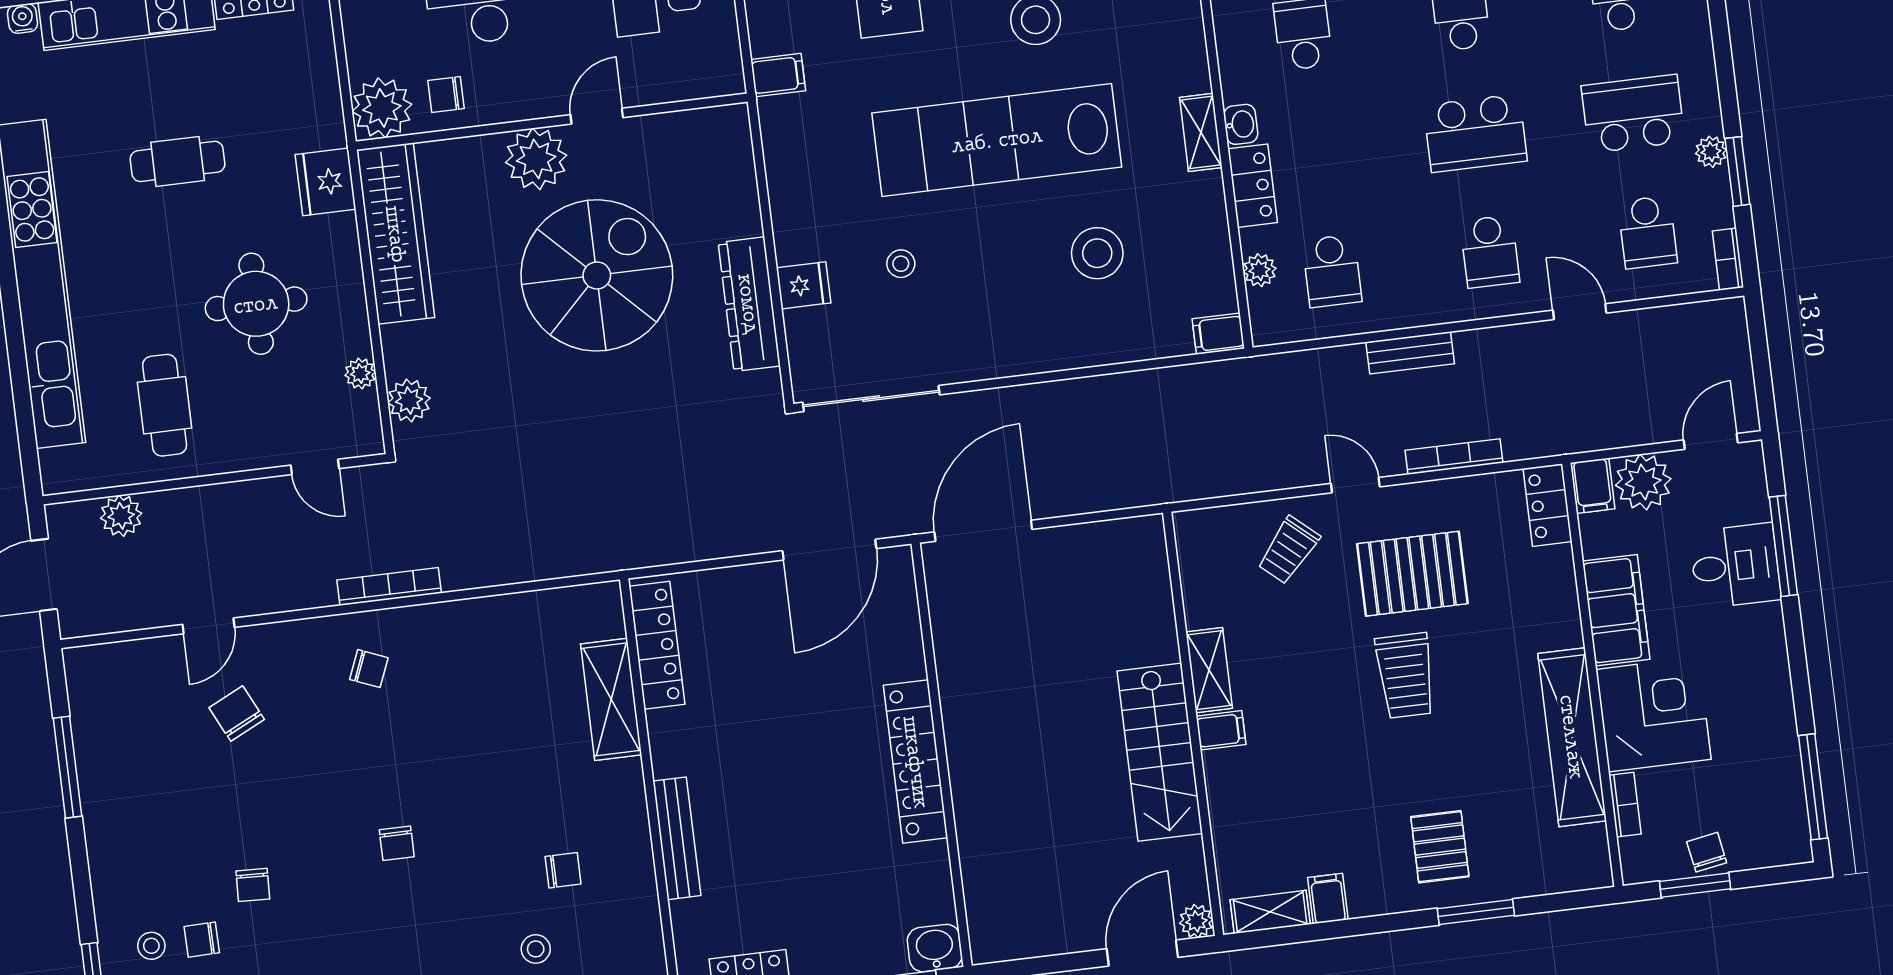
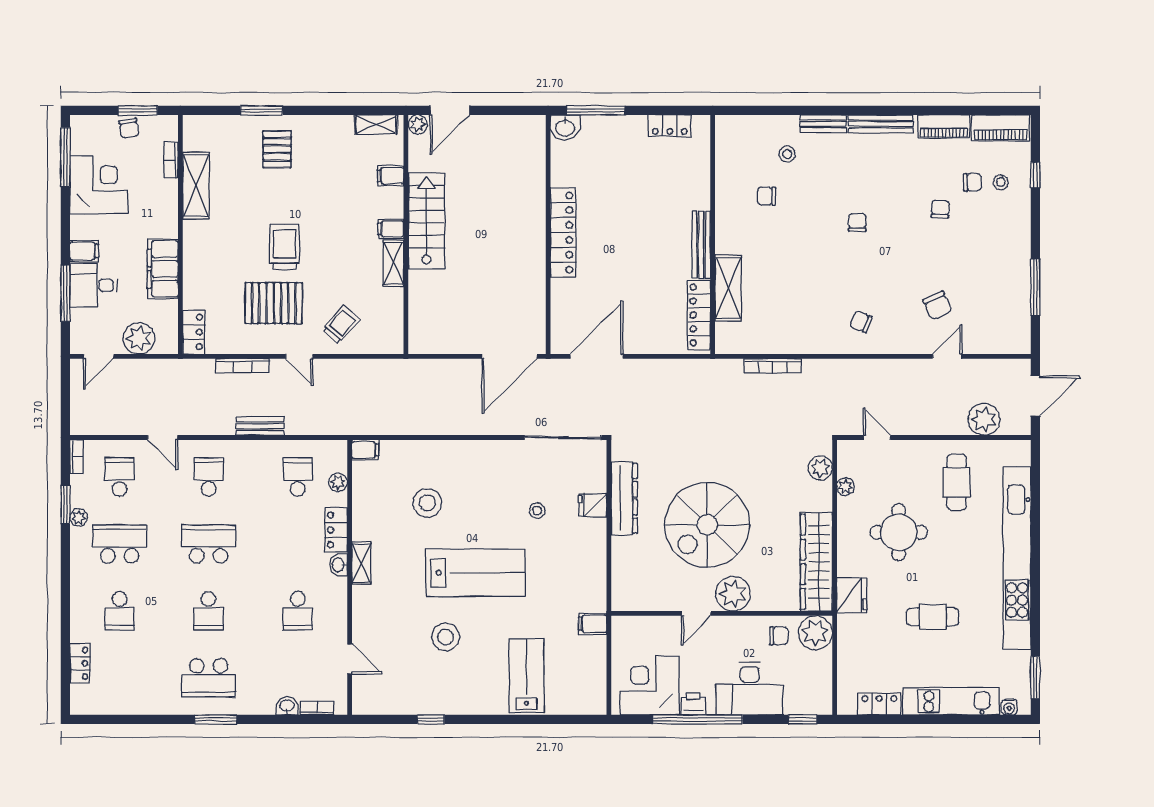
school desk: (1633, 114) -> (119, 544), turned 180
lab bench: (997, 140) -> (475, 573), width x0.73
filing cabinet: (1593, 486) -> (84, 251), moved, turned 90
plant: (121, 516) -> (984, 419), width x1.36, depth x1.36
bookcase: (389, 586) -> (773, 366), moved
corner desk: (1654, 714) -> (99, 185), moved, turned 180
shelving: (1572, 737) -> (196, 186), width x0.68
bench: (677, 838) -> (701, 245), moved
filing cabinet: (1328, 899) -> (391, 176), moved, turned 90

